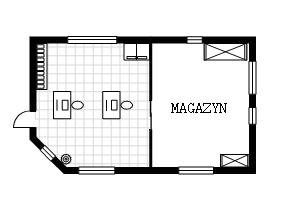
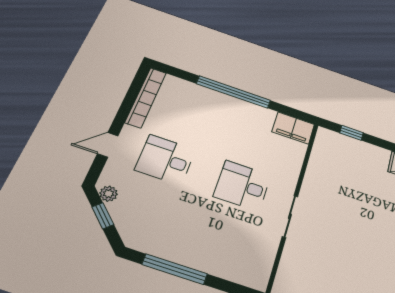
window: (195, 40) -> (352, 133), moved
door: (33, 119) -> (108, 145), moved
plant: (66, 159) -> (109, 194), moved

